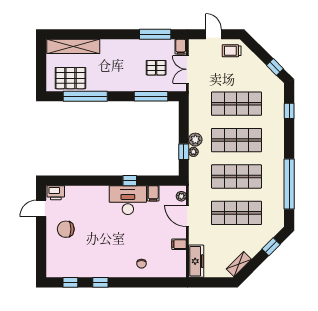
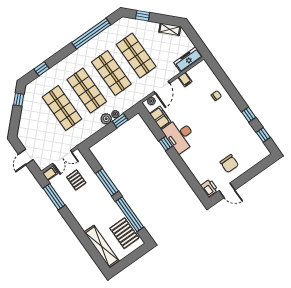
trolley: (232, 51) -> (28, 137), removed
window: (151, 96) -> (107, 182), moved
filing cabinet: (153, 193) -> (160, 118), width x2.00

